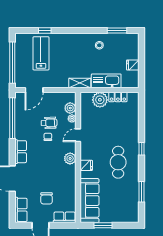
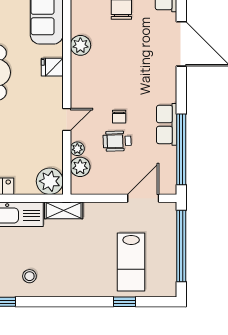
plant: (100, 100) -> (50, 181), moved
row of seats: (21, 152) -> (167, 124), moved
plant: (70, 158) -> (80, 45), moved

